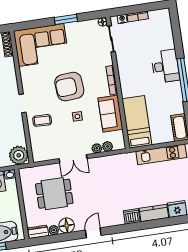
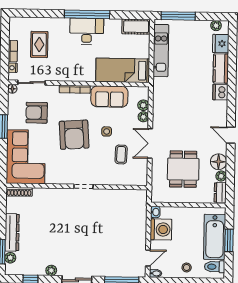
rug: (148, 40) -> (39, 44), added
armchair: (84, 48) -> (37, 113), added
desk: (165, 66) -> (87, 31), moved
coffee table: (42, 120) -> (121, 154), moved
plant: (19, 155) -> (137, 199), removed
double door: (73, 159) -> (150, 144), swing flipped

